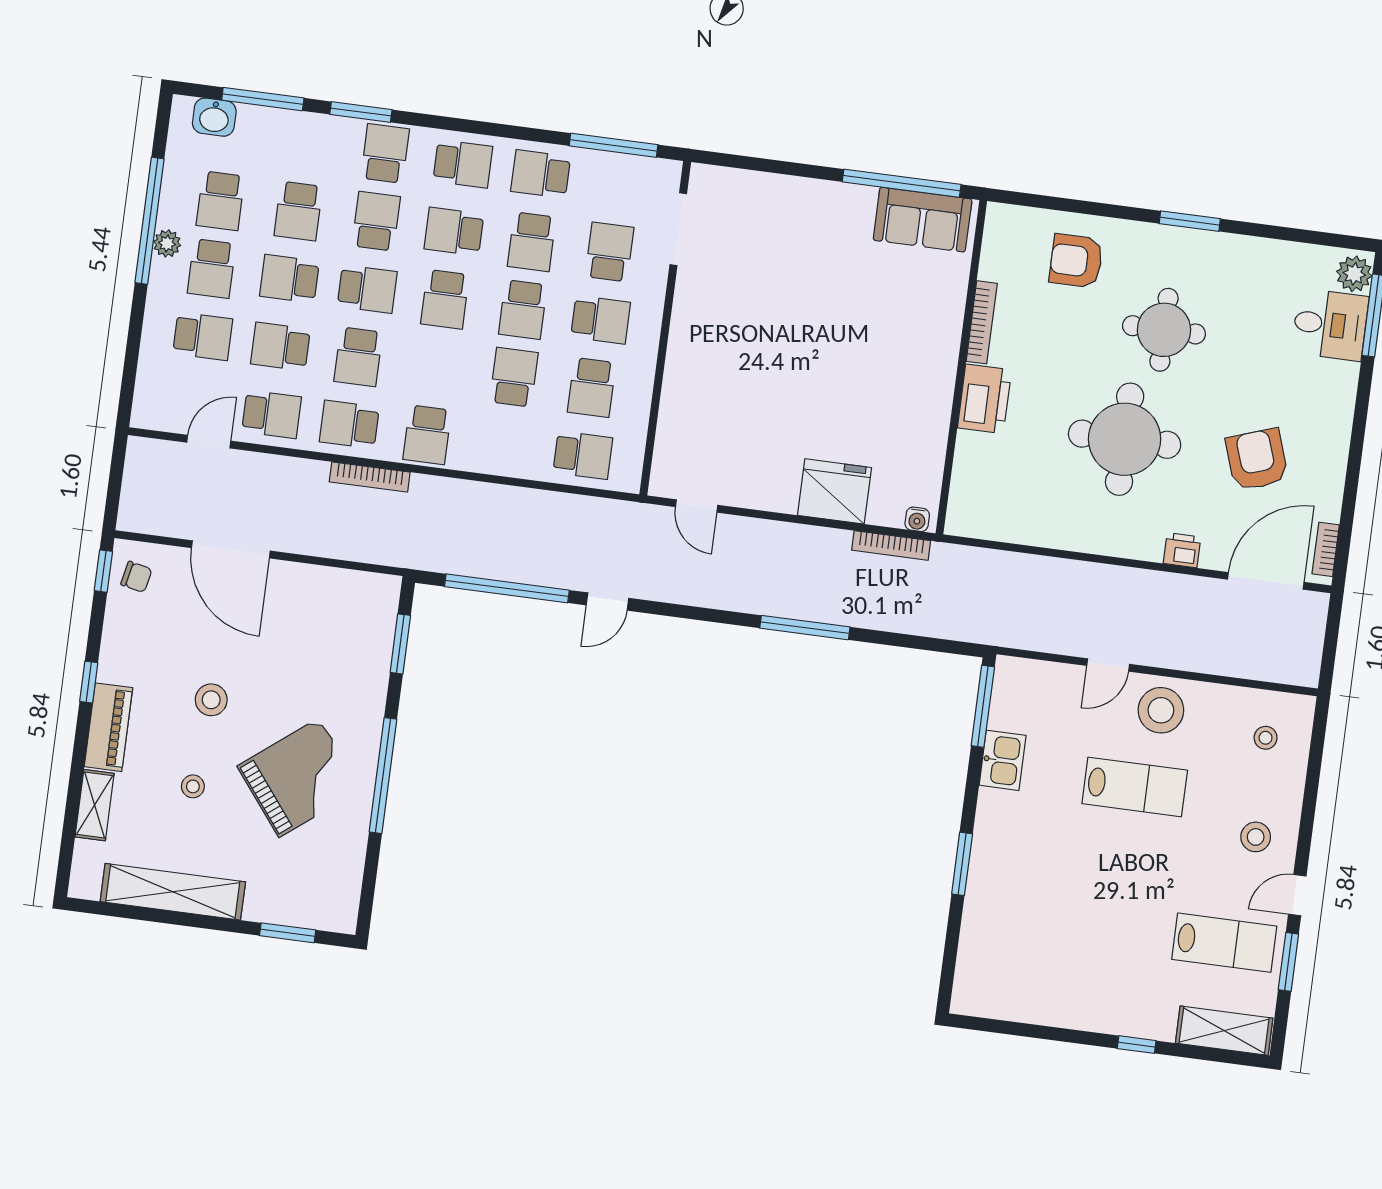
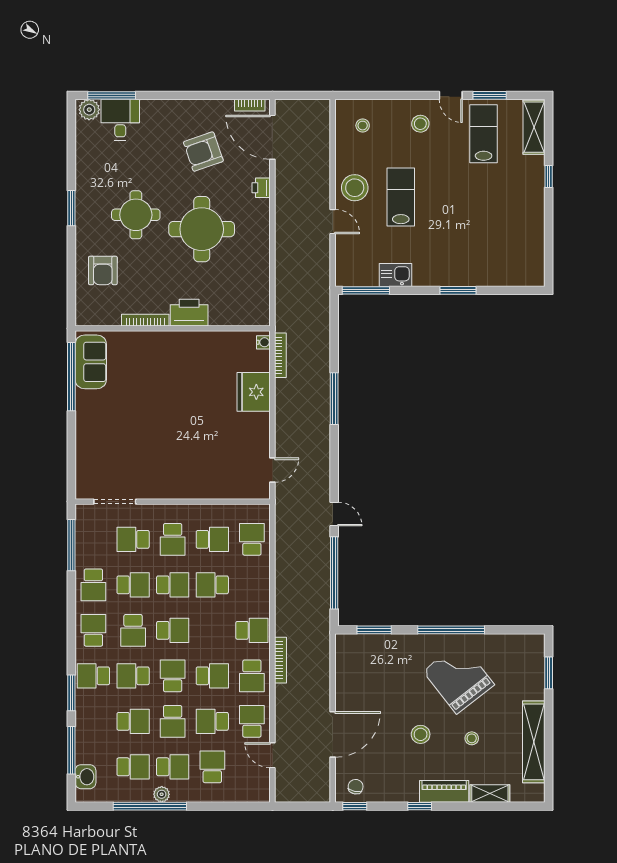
school desk: (601, 320) -> (173, 539), turned 180
school desk: (280, 347) -> (212, 721), turned 90

